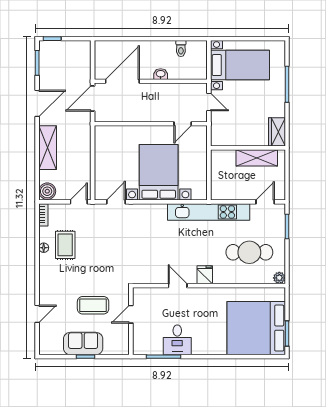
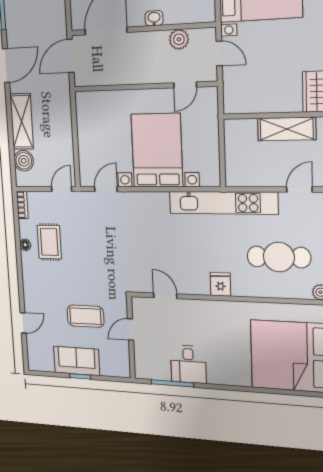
plant: (179, 90) -> (179, 39), added
boiler: (47, 191) -> (24, 161), moved
door: (178, 286) -> (165, 296), moved

